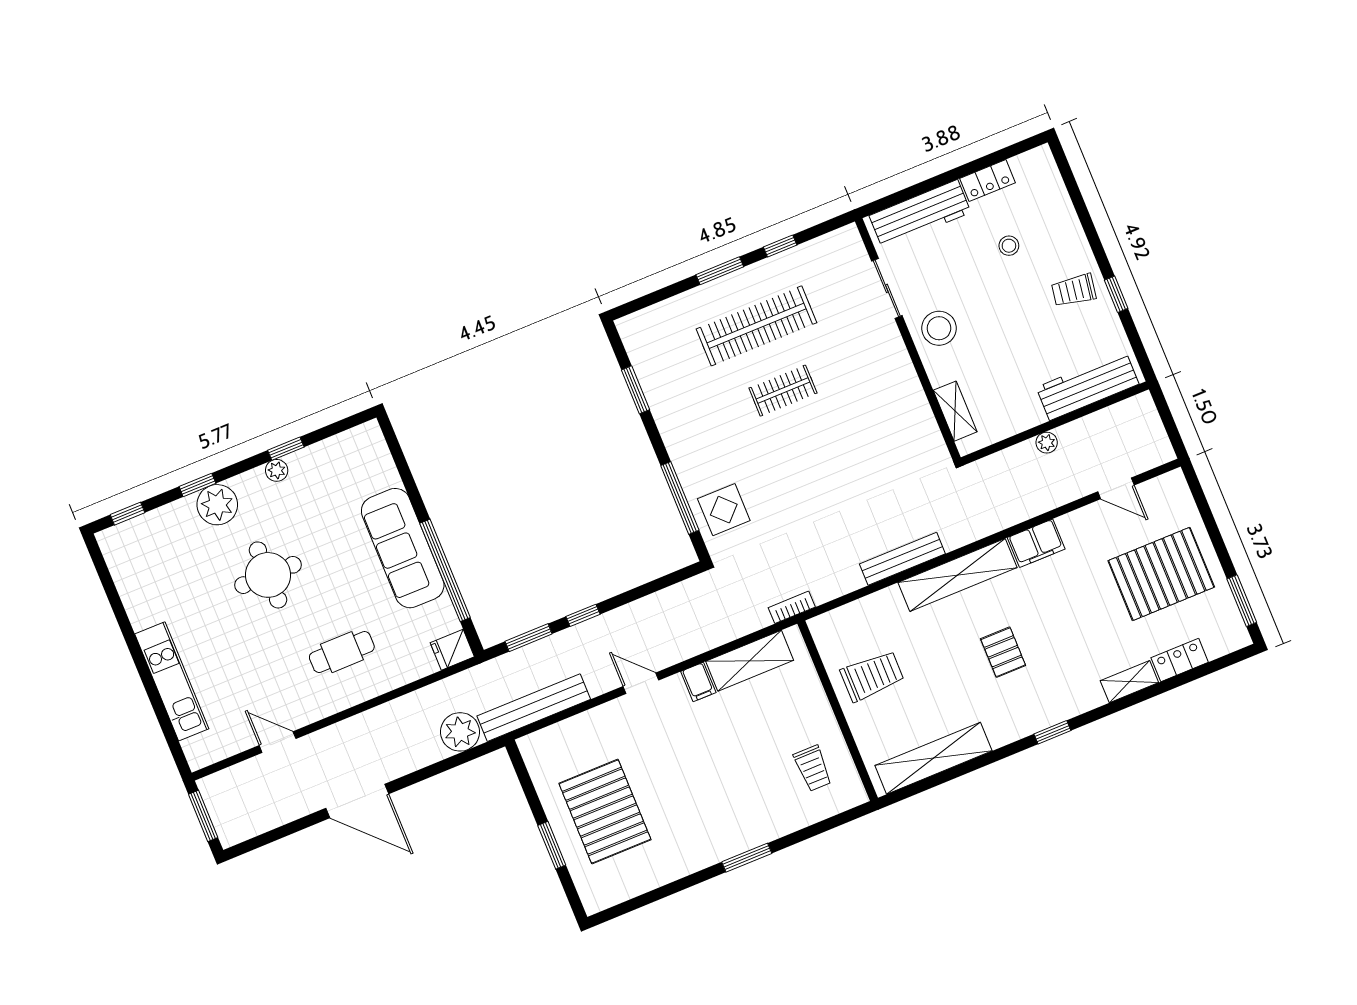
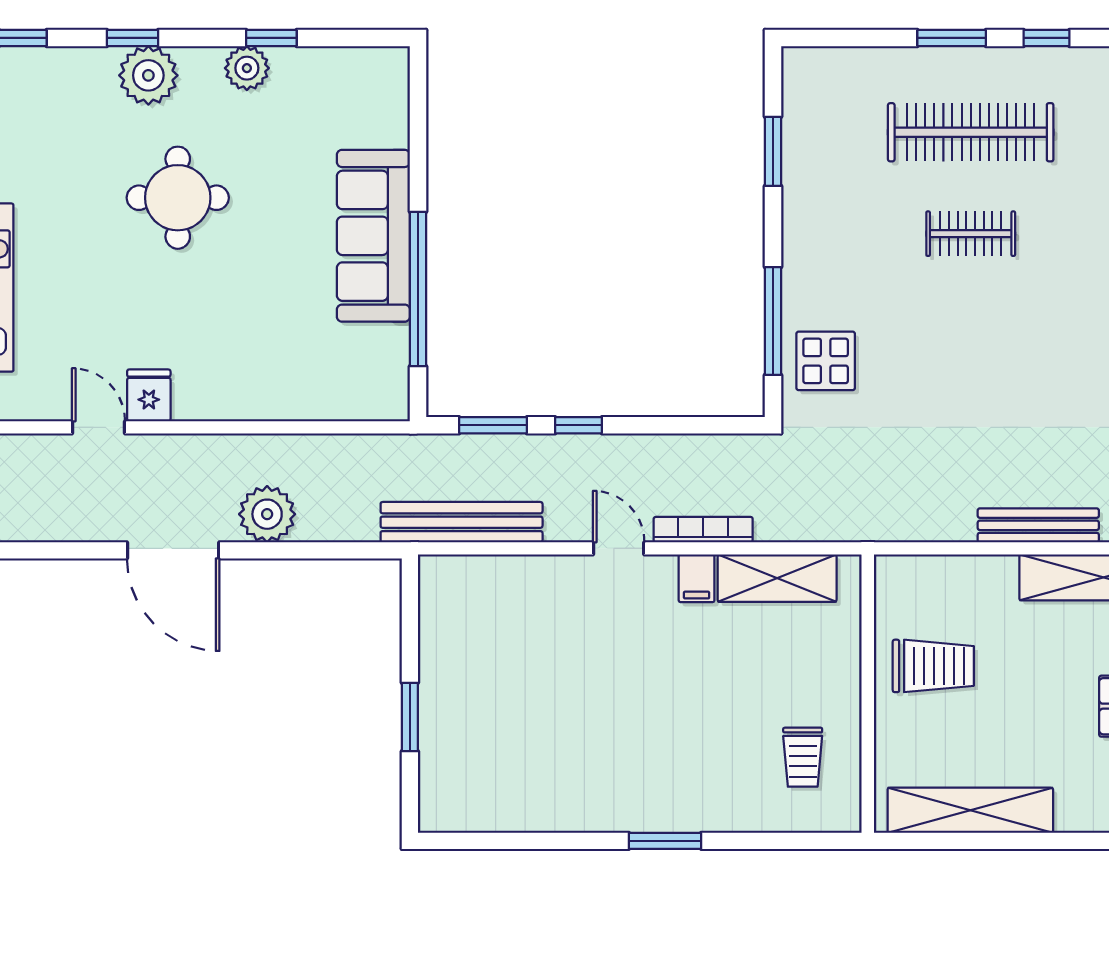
plant: (277, 470) -> (247, 68), width x1.38, depth x1.38
bookcase: (792, 607) -> (703, 530), moved, width x1.56
fridge: (452, 650) -> (149, 395), moved, turned 90
cafe table: (342, 652) -> (234, 342), removed
plant: (460, 732) -> (267, 514), moved
pallet: (605, 812) -> (500, 701), removed

